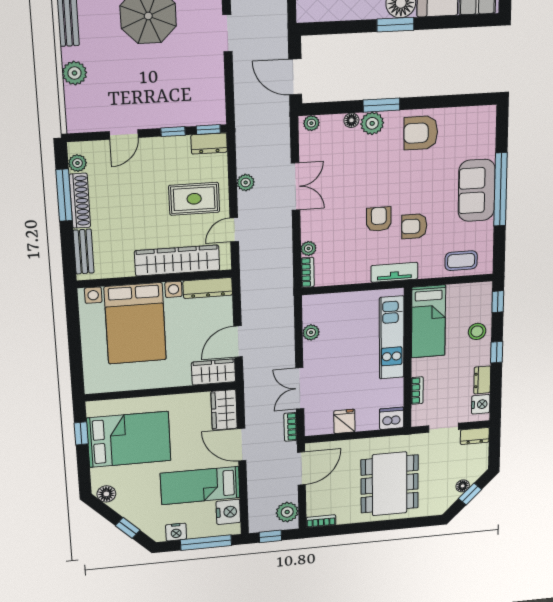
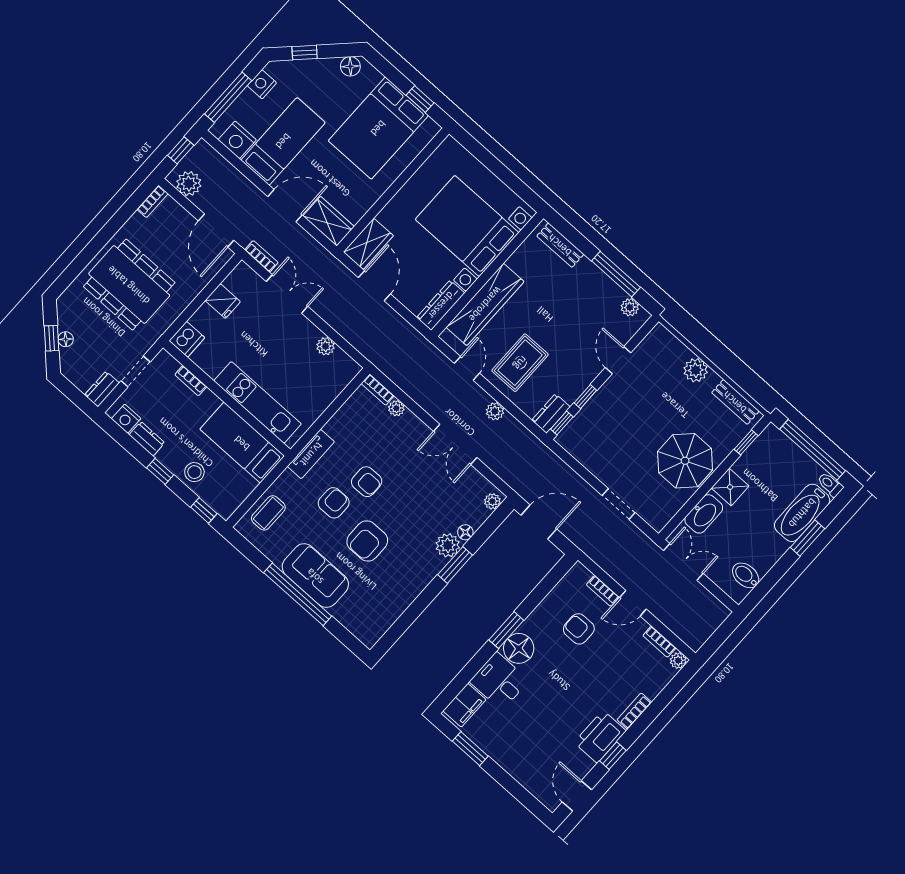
armchair: (421, 133) -> (367, 541), moved, turned 180
shoe rack: (80, 201) -> (601, 281), removed

